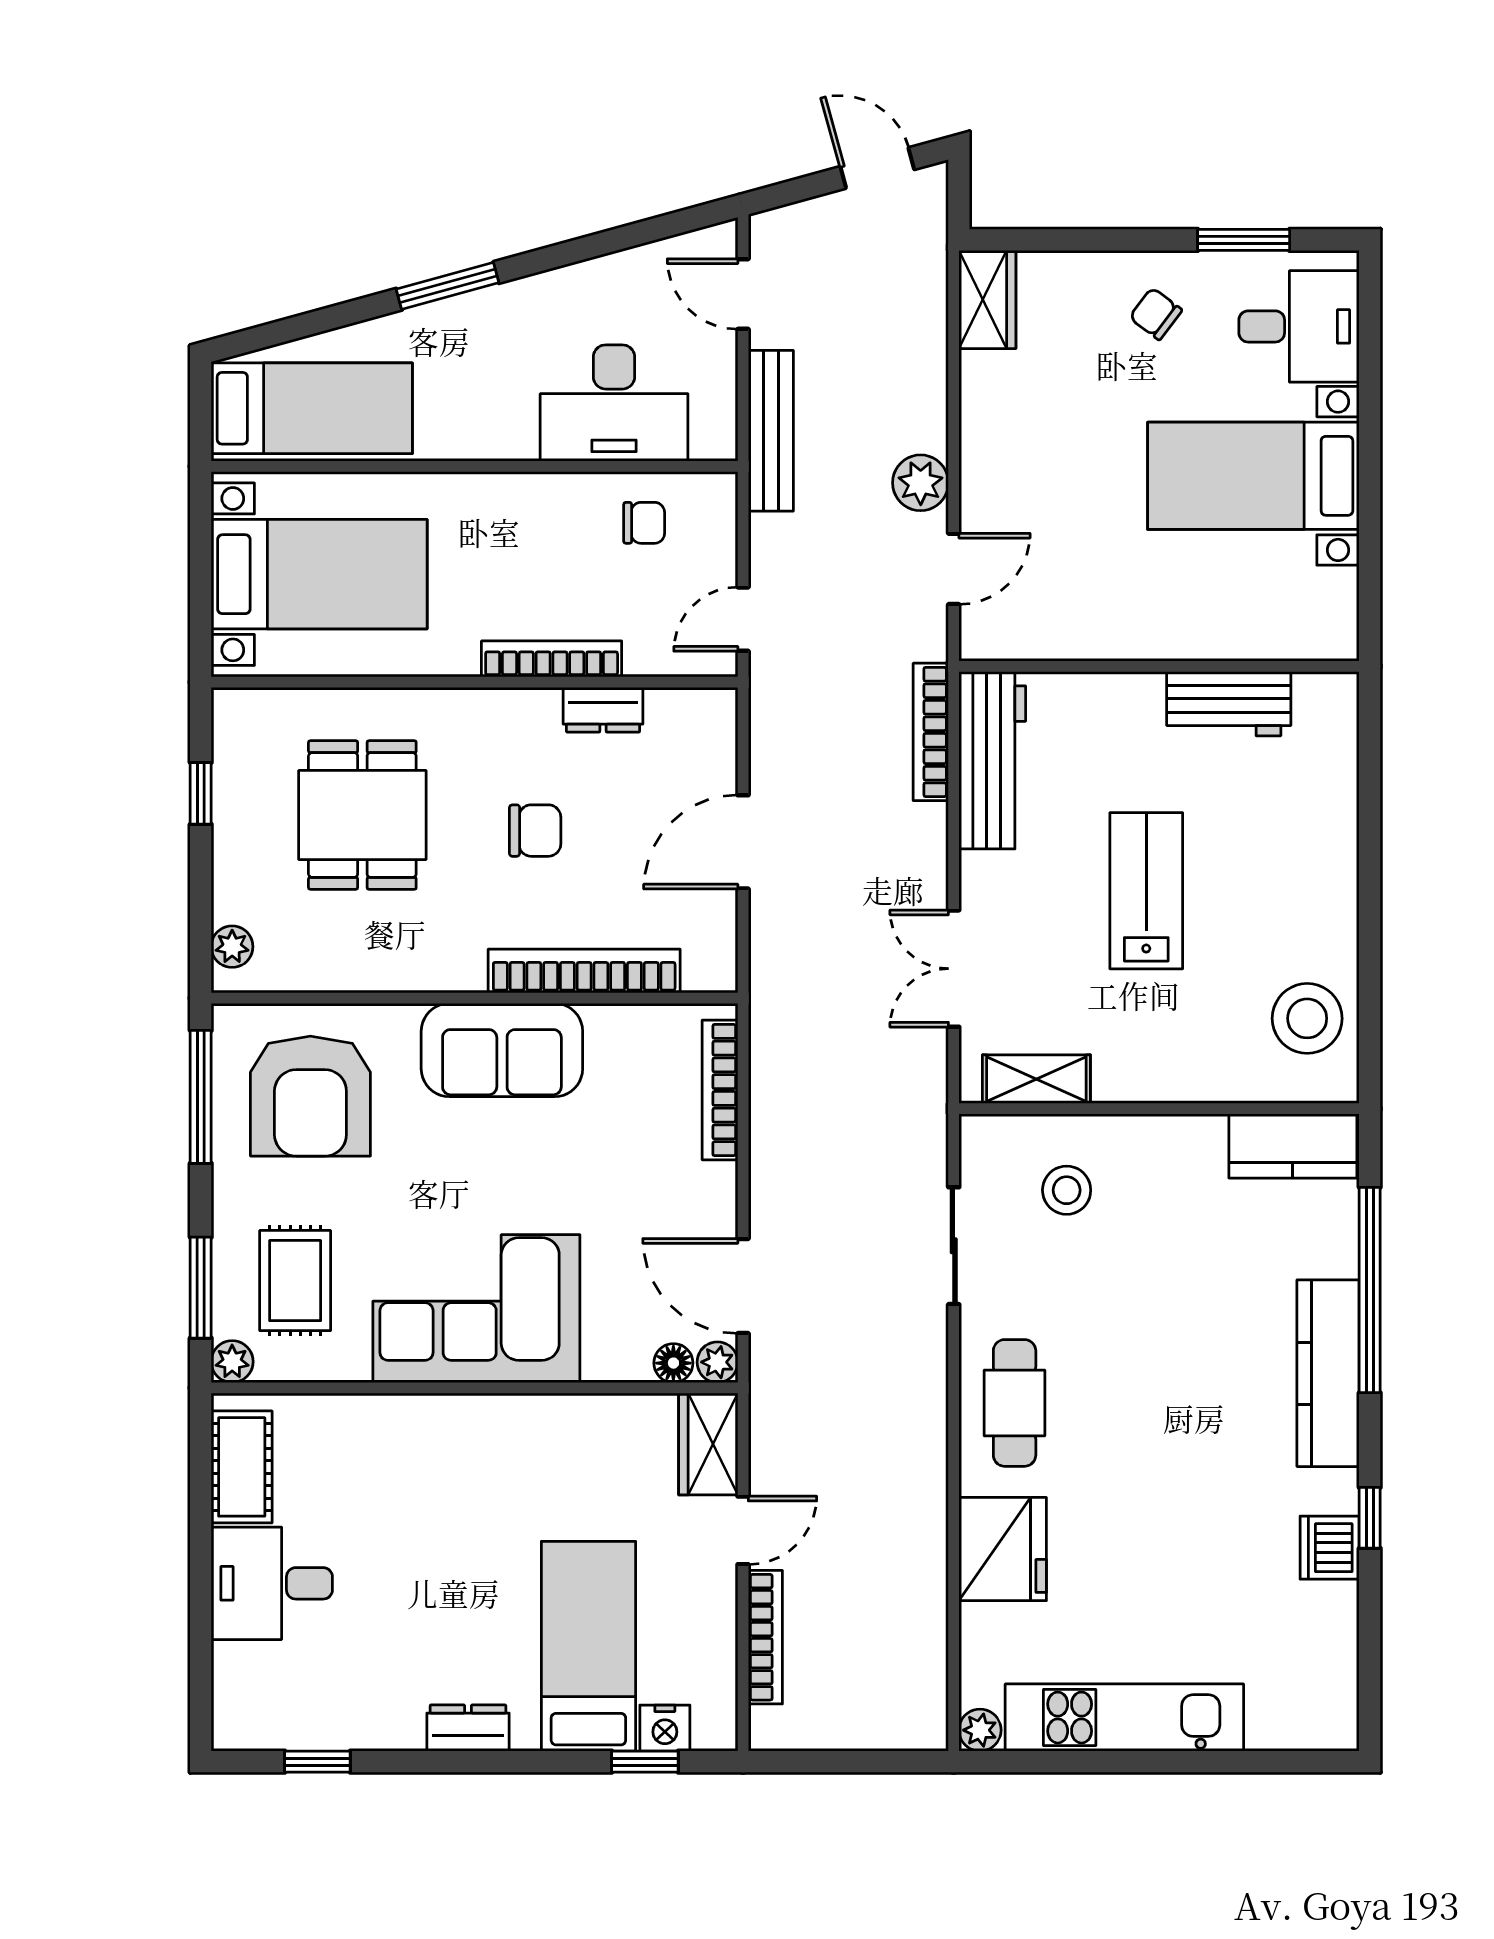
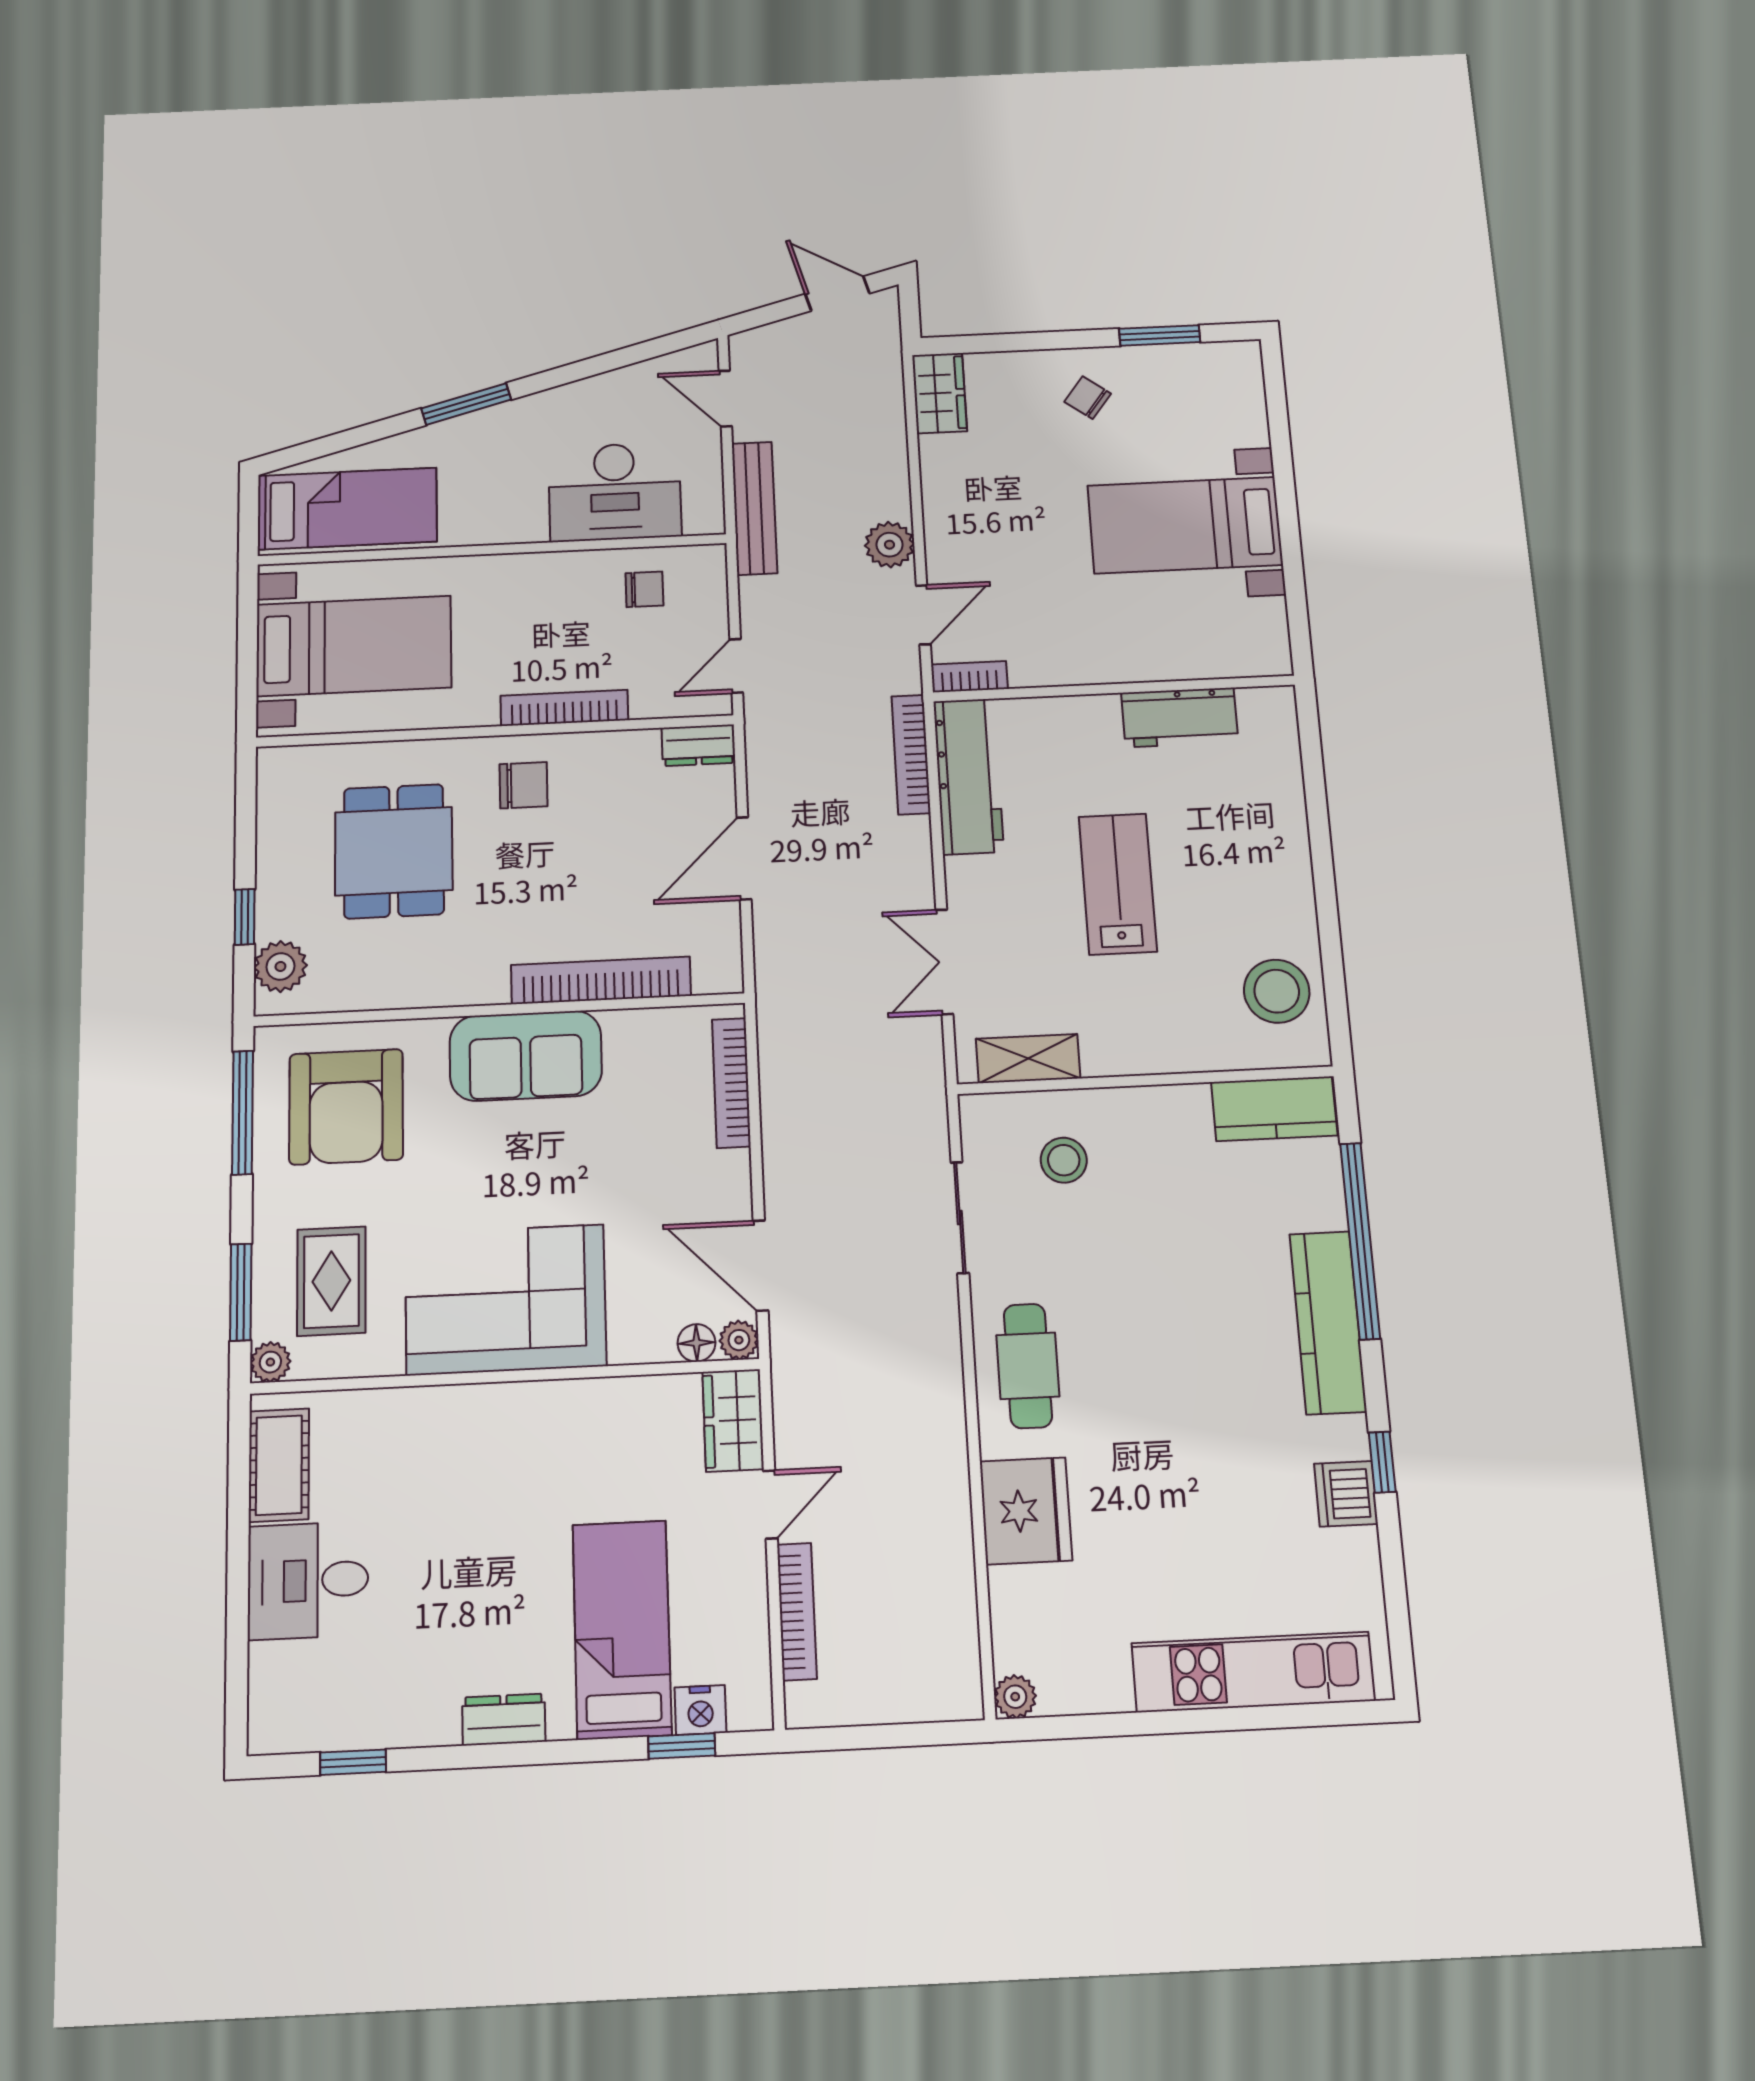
desk: (1299, 326) -> (1214, 402), removed
bookcase: (1000, 644) -> (969, 677), added
dresser: (603, 710) -> (698, 745), moved
window: (201, 793) -> (245, 917), moved
chair: (535, 831) -> (524, 785), moved
plant: (232, 947) -> (280, 966), width x1.38, depth x1.38
kitchen unit: (1124, 1718) -> (1253, 1672), moved

